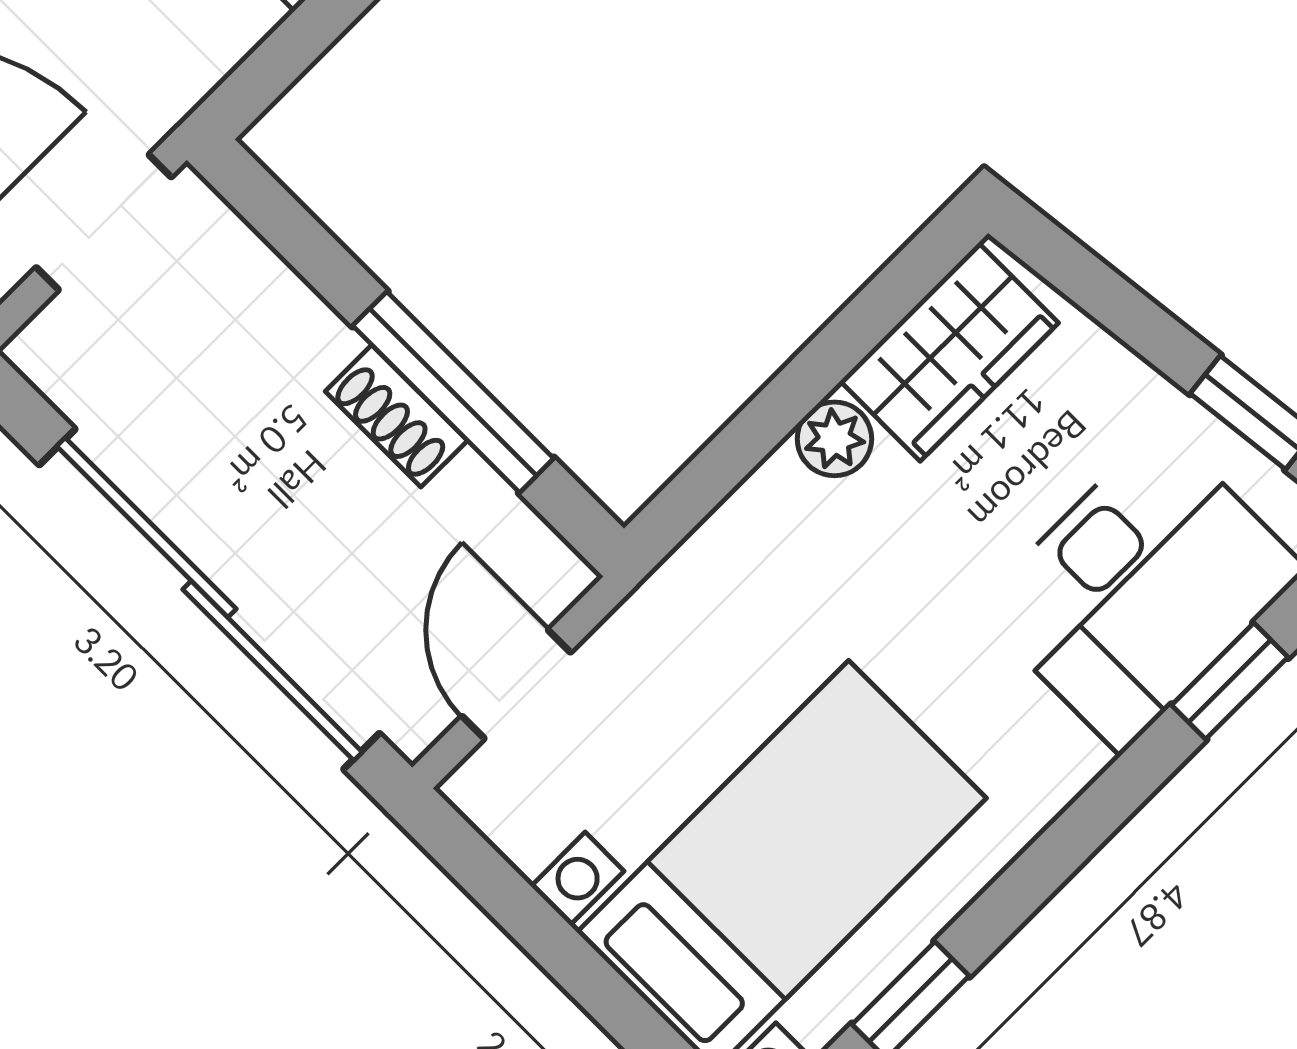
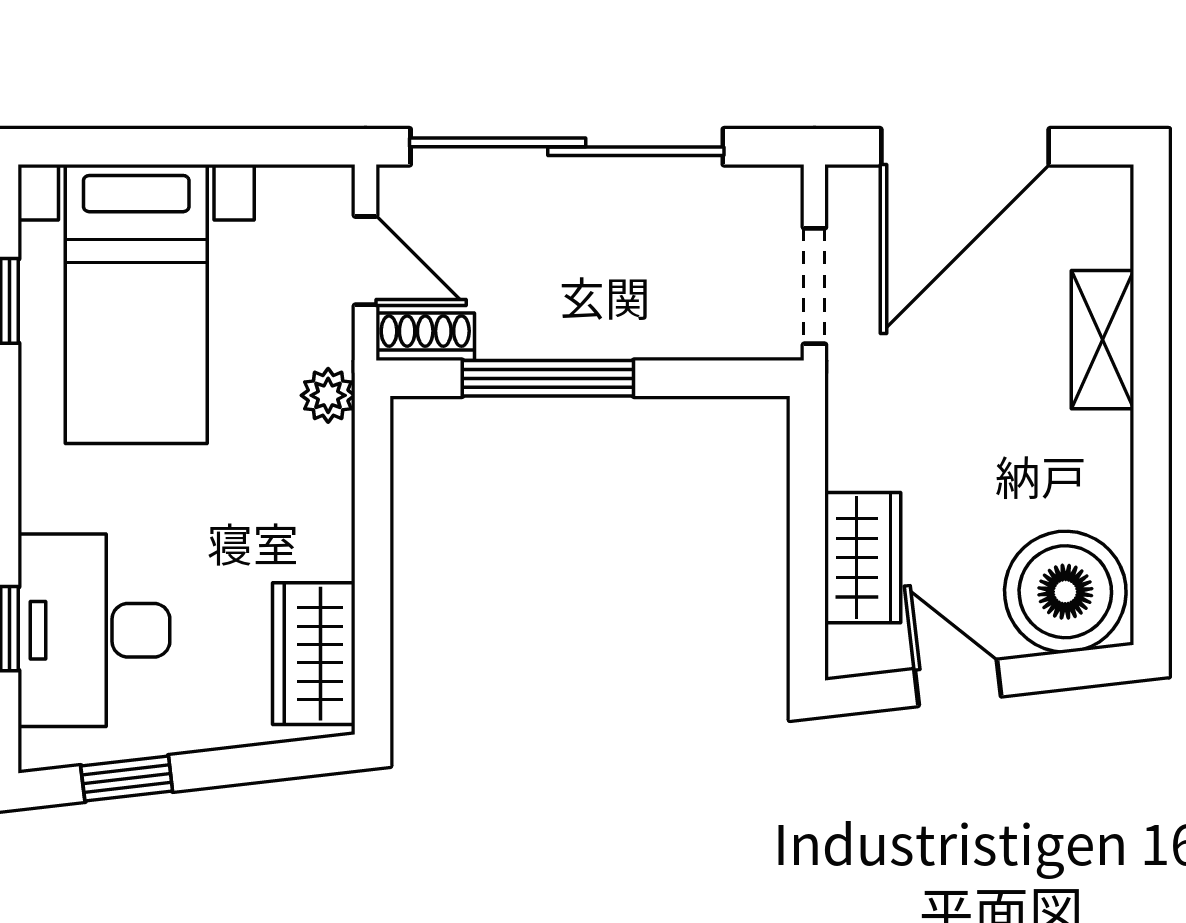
shoe rack: (396, 416) -> (425, 337), moved
plant: (834, 439) -> (328, 395), moved

